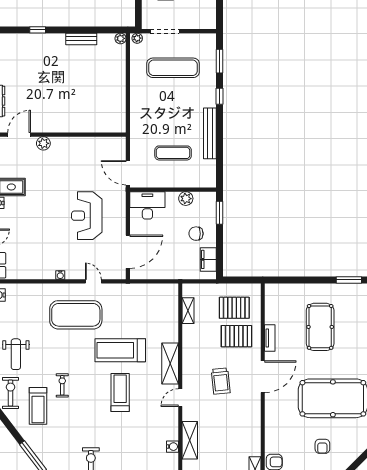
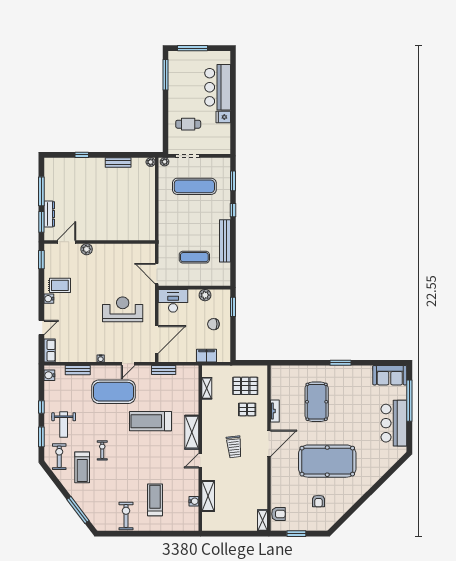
reception desk: (87, 216) -> (123, 309), turned 90
filing cabinet: (208, 259) -> (206, 356), moved, turned 90
door: (93, 281) -> (128, 364), swing flipped
bench: (33, 289) -> (78, 370), added
bench: (136, 289) -> (164, 370), added
pallet: (236, 336) -> (247, 409), width x0.67, depth x0.71
treadmill: (120, 393) -> (155, 500), moved

